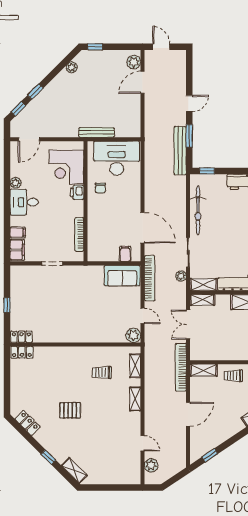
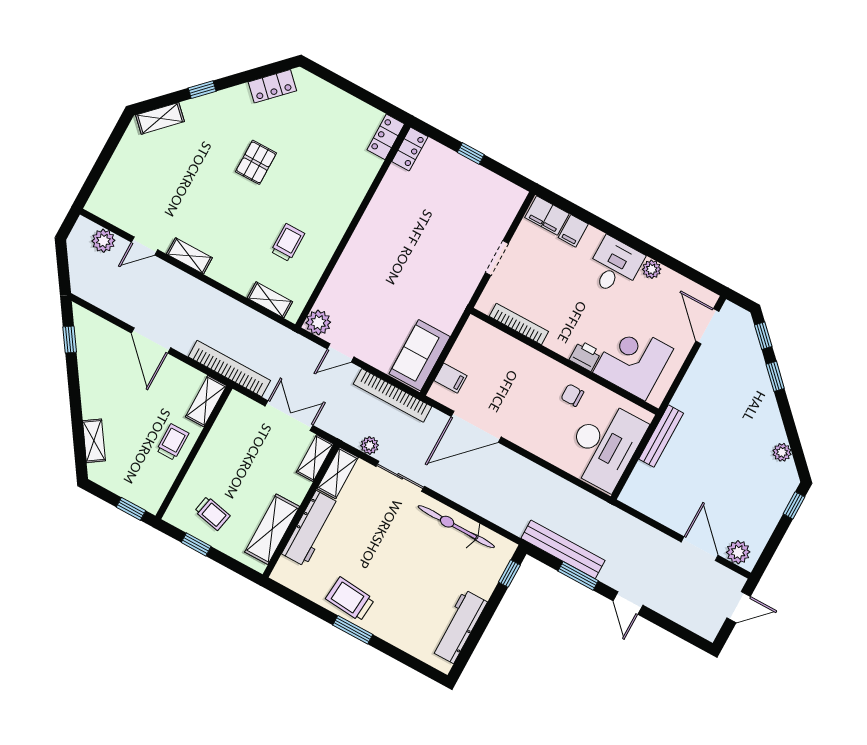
shelving: (135, 399) -> (189, 256), moved

